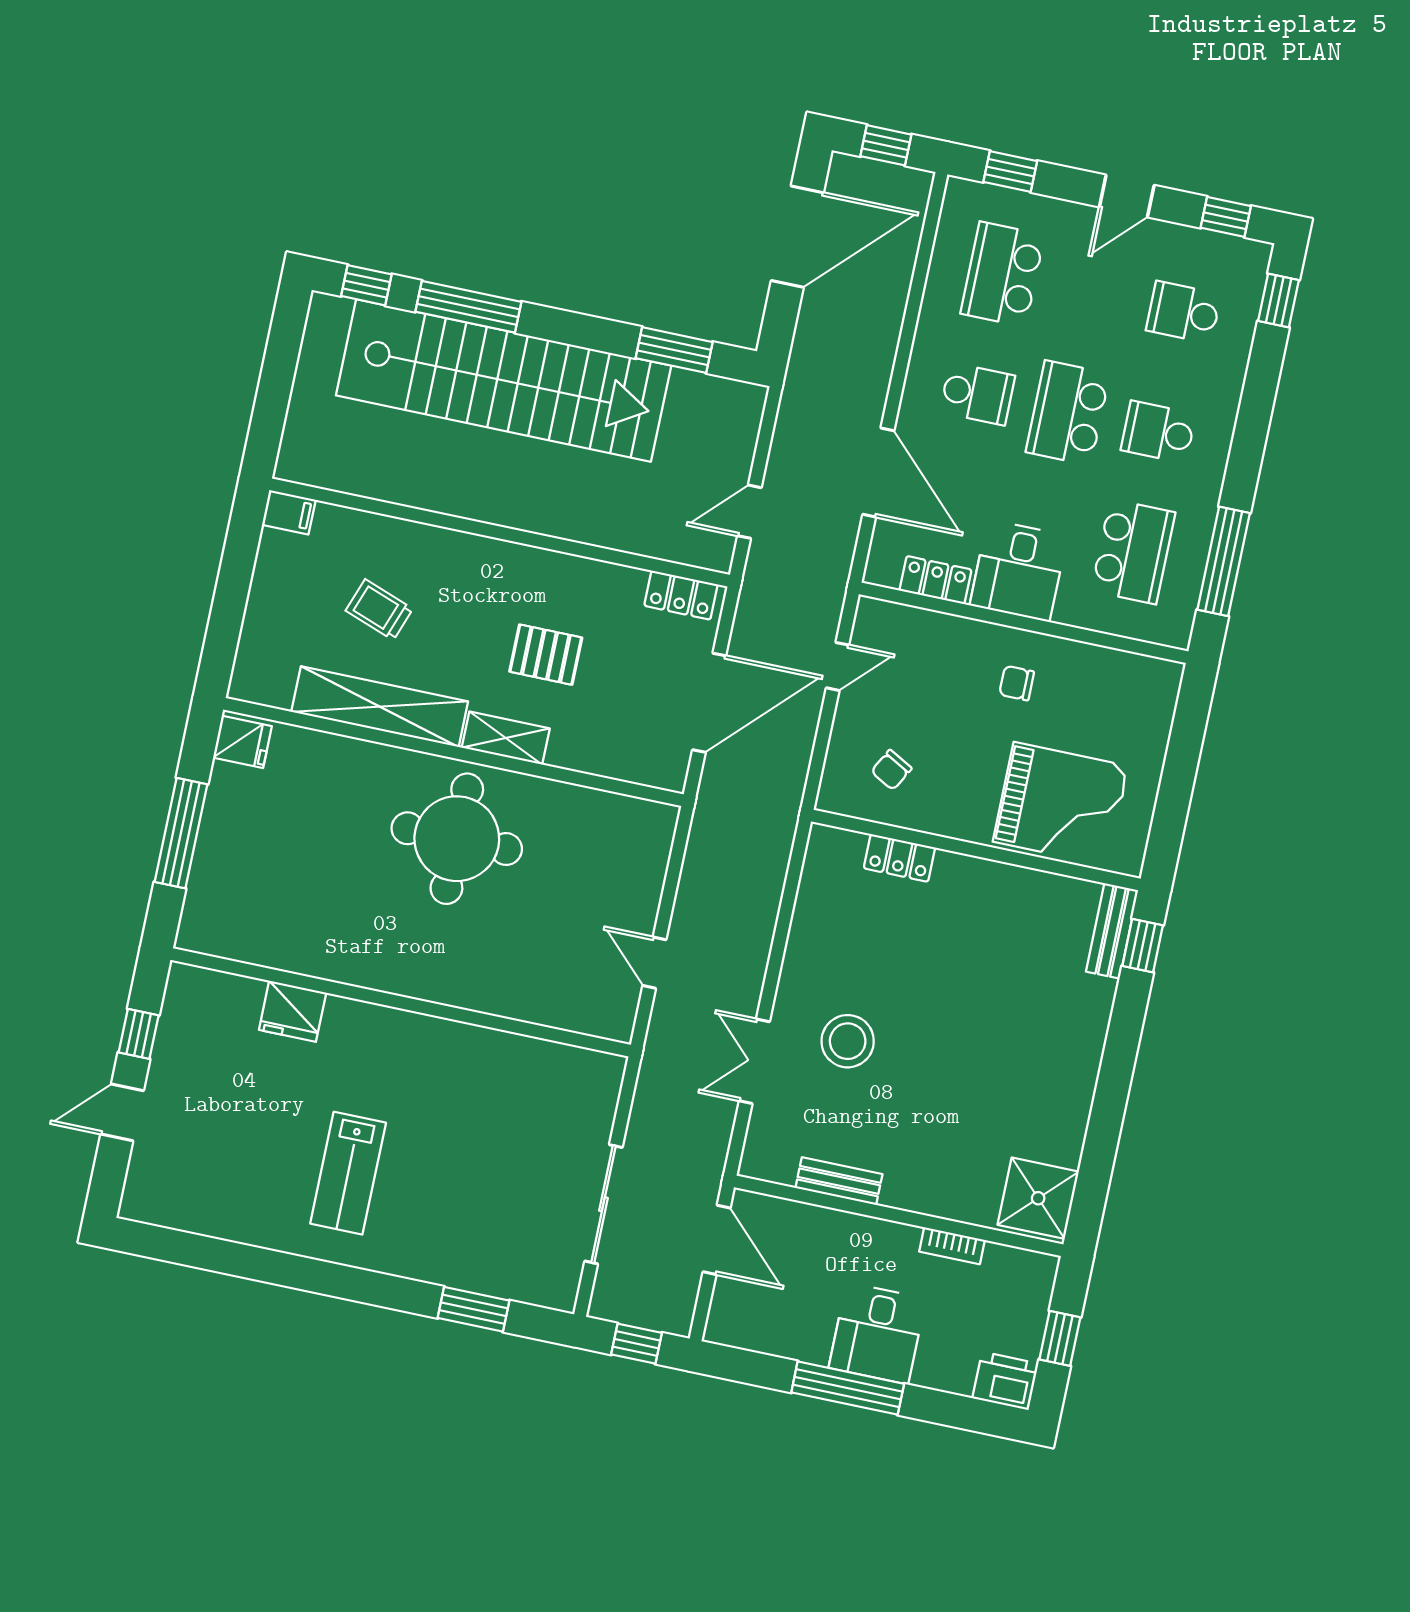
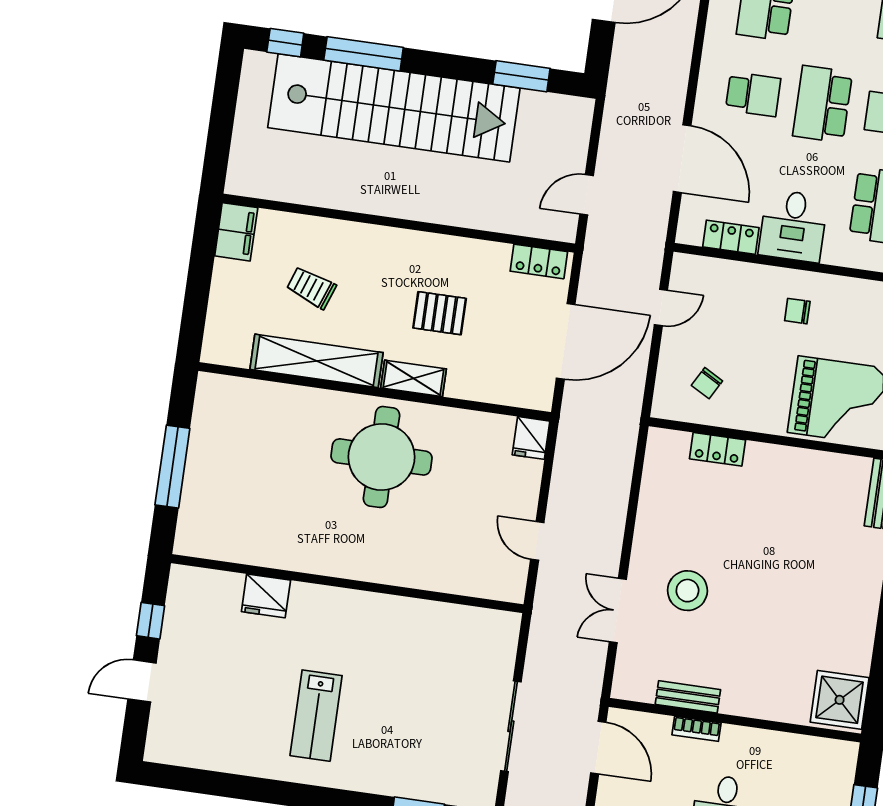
filing cabinet: (289, 512) -> (236, 232), width x2.00
fridge: (242, 742) -> (531, 438), moved, turned 90
bookcase: (952, 1246) -> (697, 729), moved

